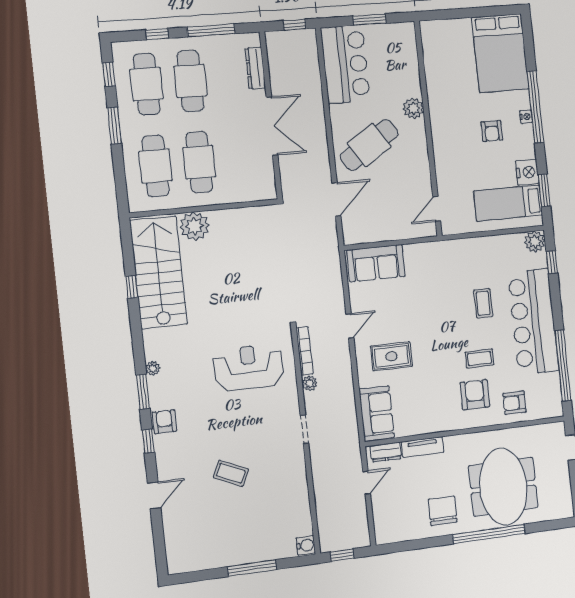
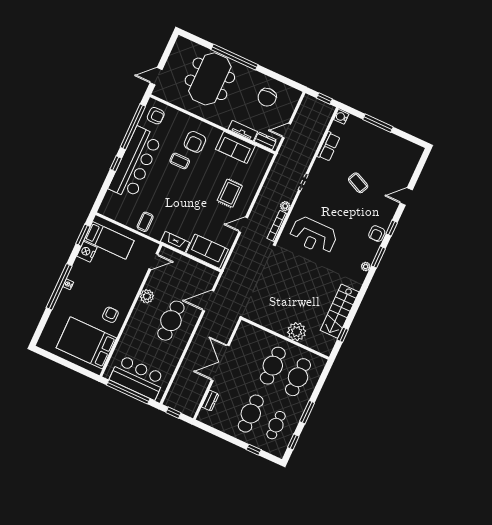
window: (370, 20) -> (128, 392), width x2.11
window: (211, 30) -> (223, 435), removed
bed: (500, 53) -> (86, 343), moved, turned -90
bar counter: (345, 64) -> (138, 377), moved, turned 90
dresser: (255, 68) -> (210, 401), width x0.70
cafe table: (147, 84) -> (276, 425), width x0.73, depth x0.74
plant: (413, 108) -> (147, 296), moved
armchair: (492, 131) -> (110, 315), moved
cafe table: (369, 145) -> (171, 321), turned -57
plant: (535, 242) -> (106, 209), removed
fireplace: (424, 251) -> (175, 242), added
window: (552, 262) -> (116, 164), moved
stairs: (159, 272) -> (340, 311), width x0.73, depth x0.66
window: (132, 287) -> (343, 335), moved
coffee table: (483, 303) -> (145, 222), moved
rug: (391, 356) -> (230, 193), turned 90
armchair: (514, 403) -> (156, 116), moved
sofa: (377, 413) -> (235, 147), moved, turned -90
row of seats: (299, 496) -> (329, 147), added
chair: (443, 511) -> (267, 97), moved

